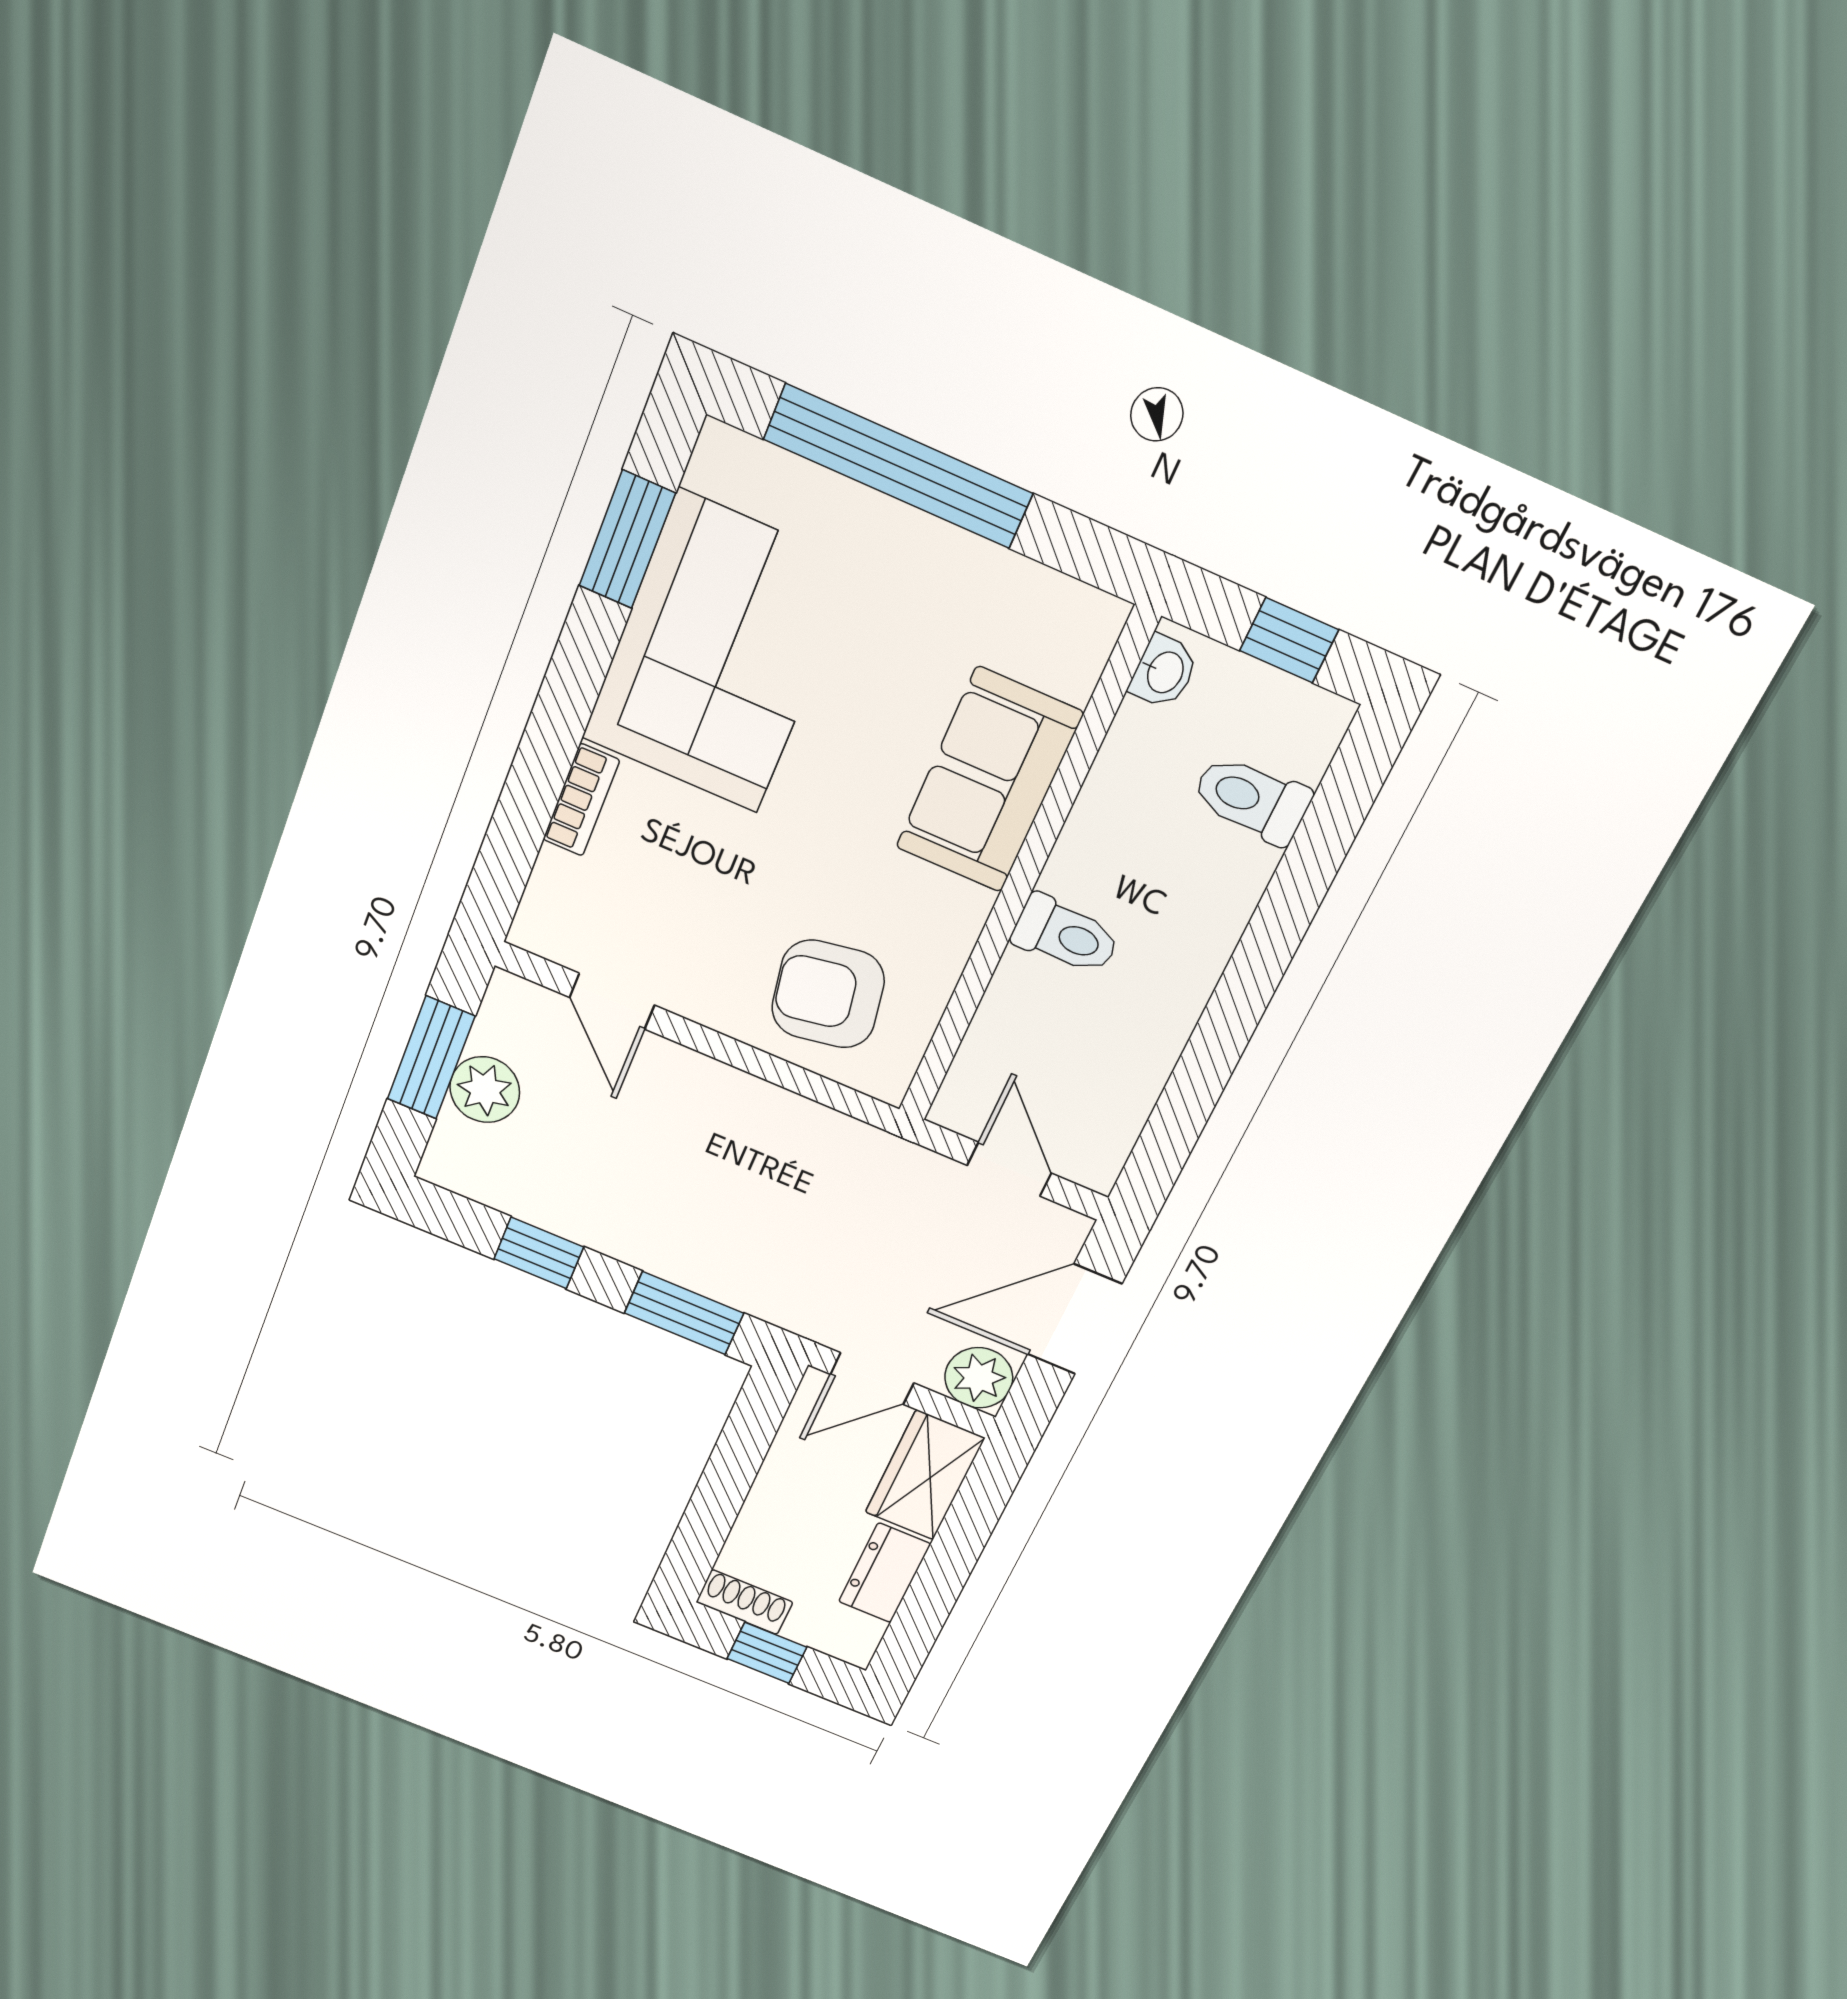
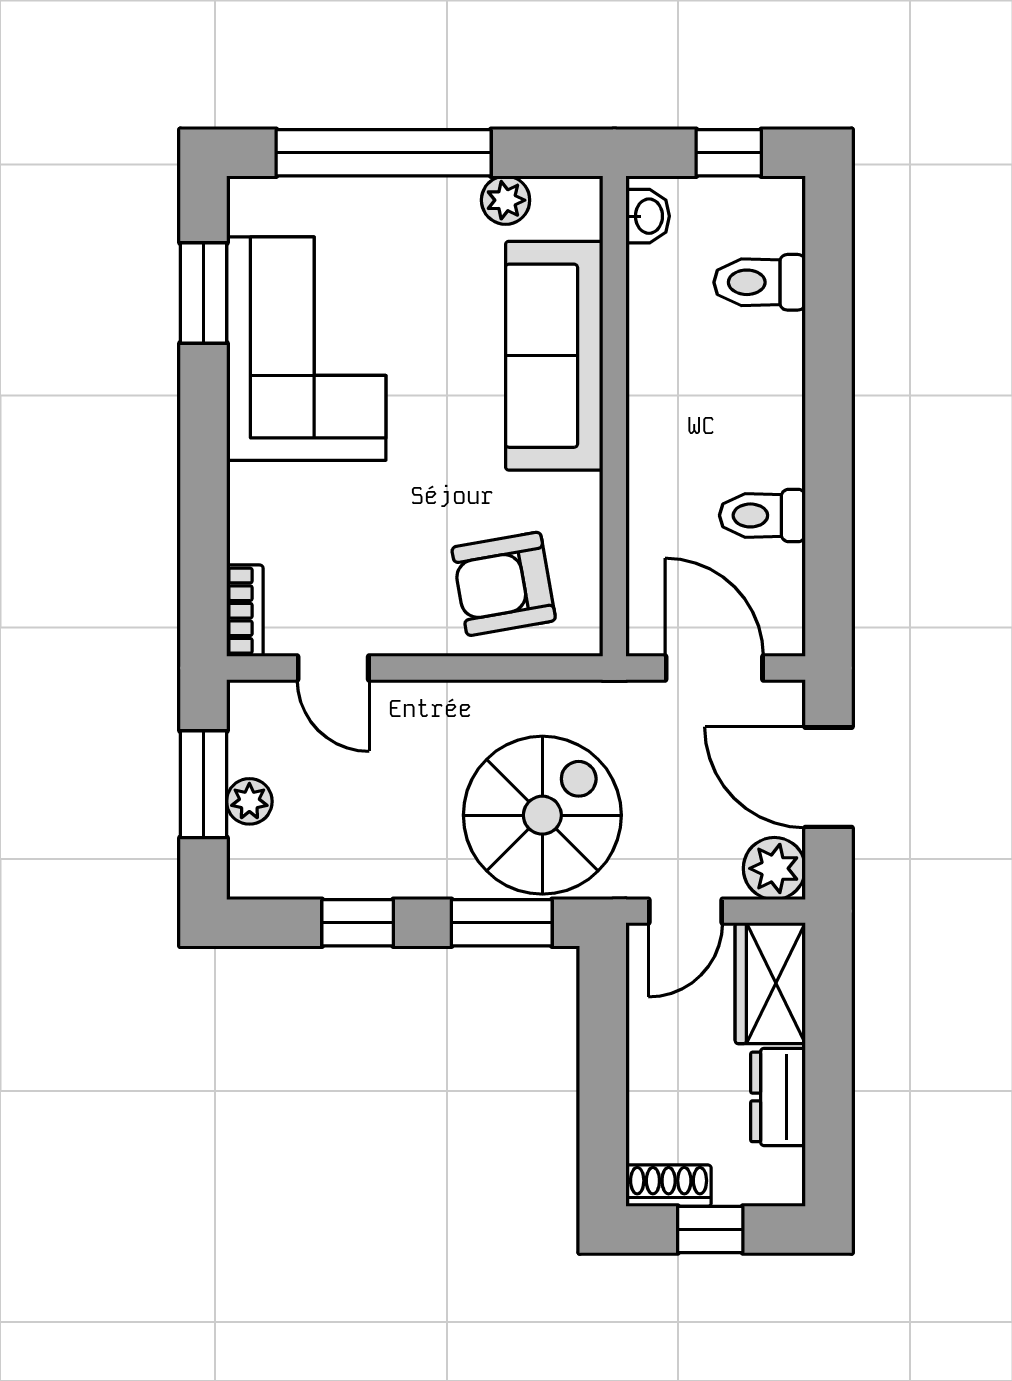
plant: (1013, 583) -> (506, 200), added
sofa: (989, 780) -> (554, 356), width x1.36
bookcase: (581, 800) -> (245, 611), moved
toilet: (1066, 935) -> (762, 515), moved, turned 180
plant: (485, 1090) -> (249, 801), width x0.73, depth x0.73
door: (1009, 1169) -> (714, 668), width x1.38
spiral stairs: (769, 1233) -> (542, 815), added
door: (1074, 1319) -> (829, 777), hinge flipped

